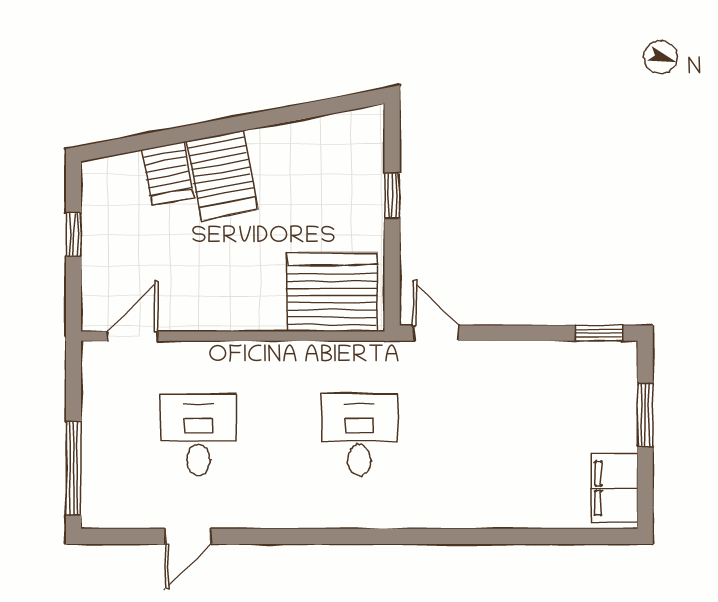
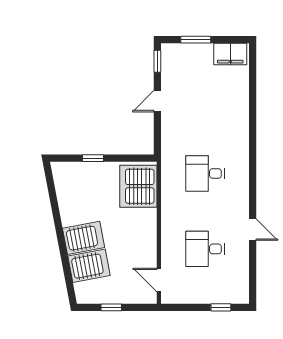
server rack: (168, 173) -> (89, 266), width x1.36, depth x1.44
door: (436, 333) -> (157, 101), moved
window: (74, 468) -> (221, 307), width x0.46
door: (188, 536) -> (253, 230), moved

